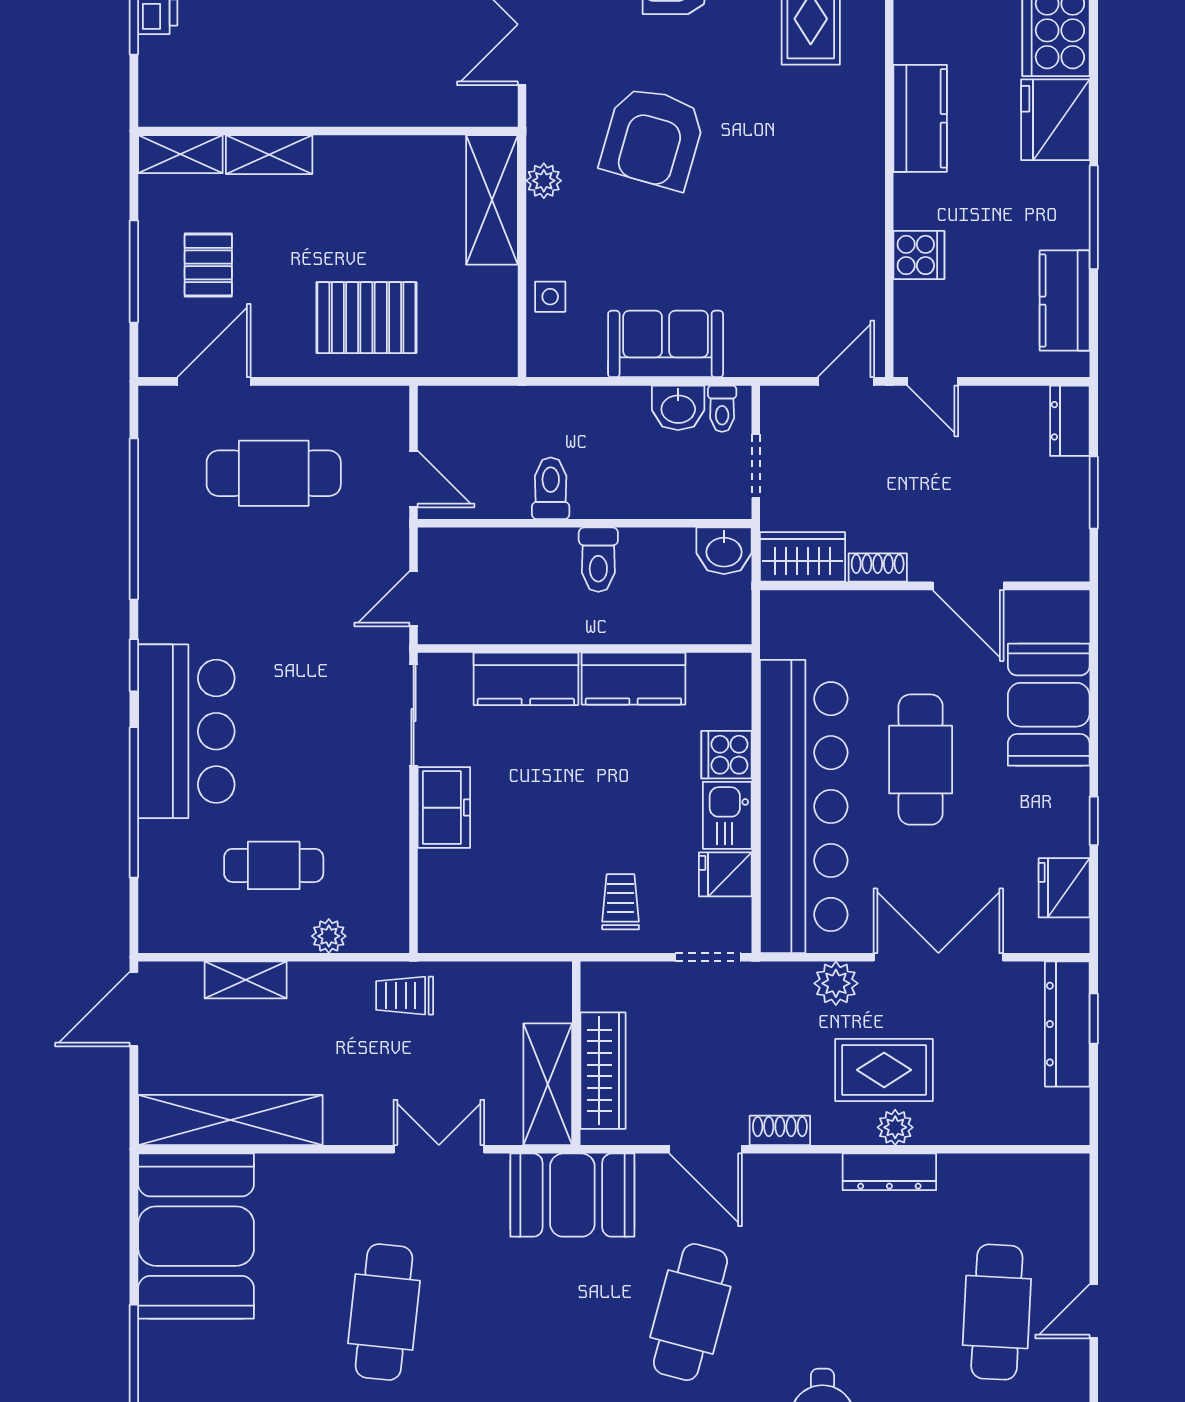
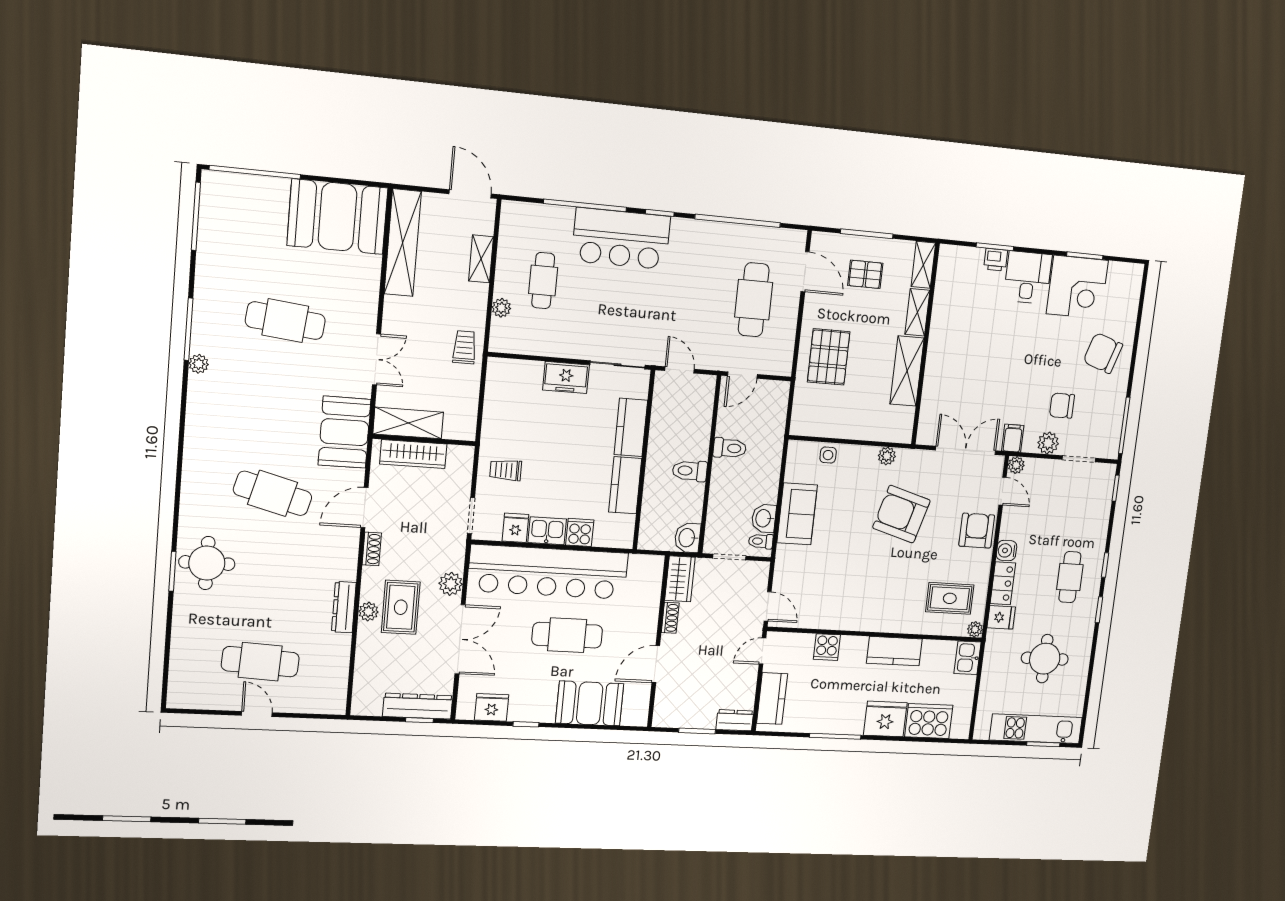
shelving: (492, 200) -> (907, 371), moved, turned 90
kitchen counter: (1065, 301) -> (772, 698), moved, turned 90
trolley: (621, 902) -> (506, 470), turned 180

